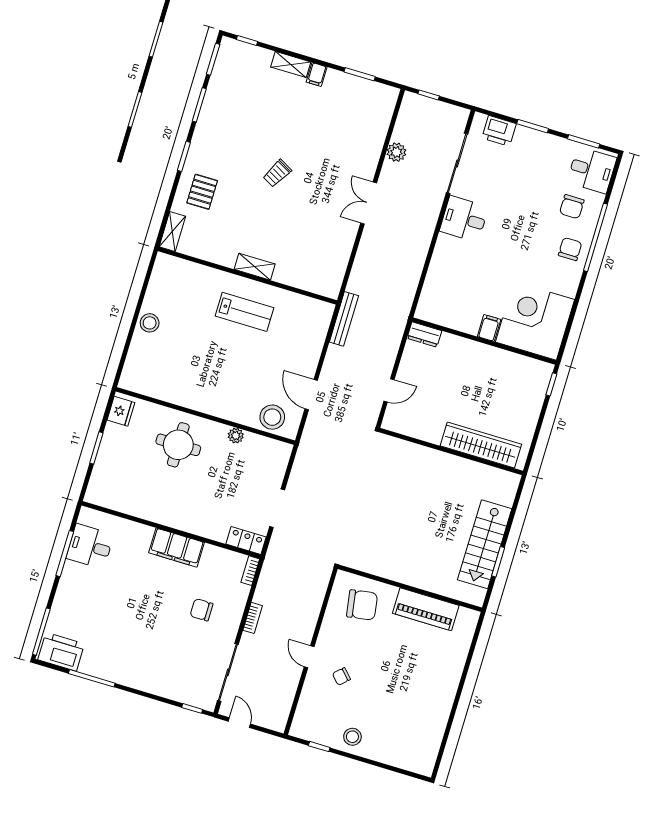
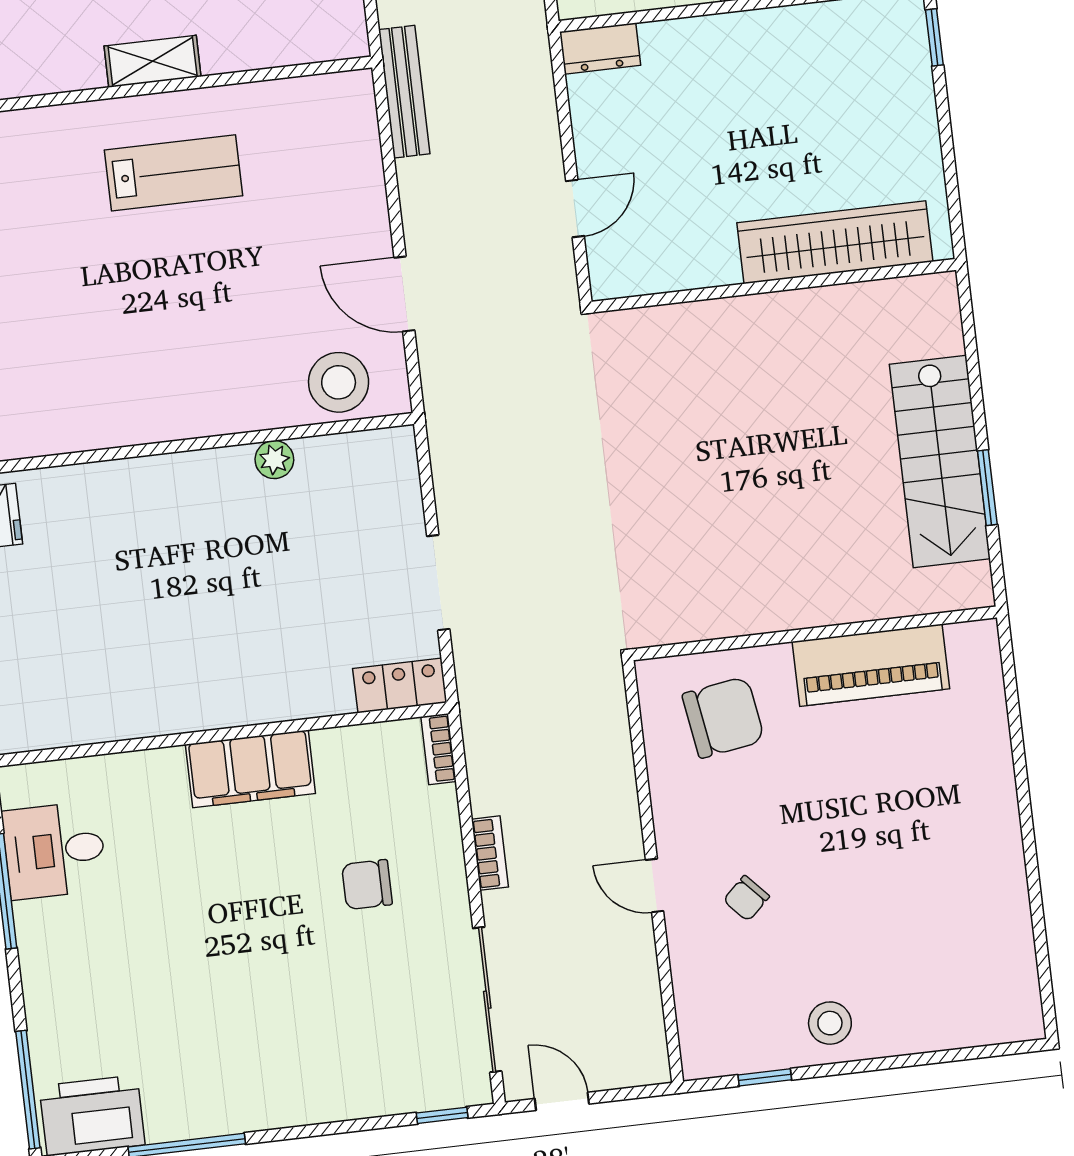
round table: (178, 445) -> (154, 536), removed

